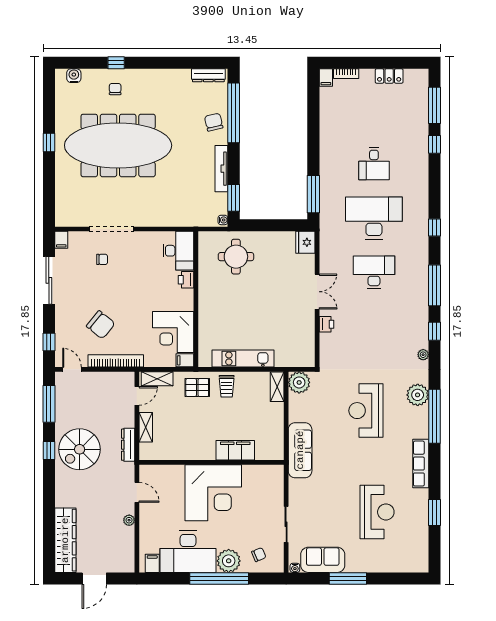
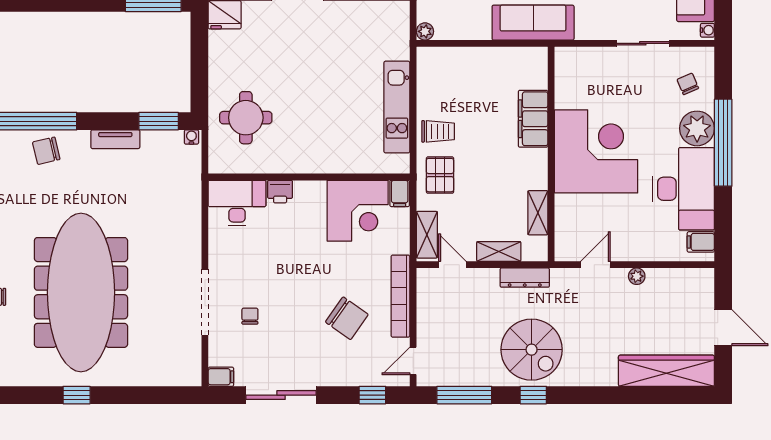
tv unit: (221, 169) -> (115, 139), width x0.71
chair: (101, 325) -> (347, 318), turned 86
plant: (299, 382) -> (425, 31), width x0.53, depth x0.53
shelving: (277, 387) -> (538, 213), moved, turned 90

